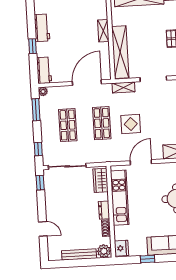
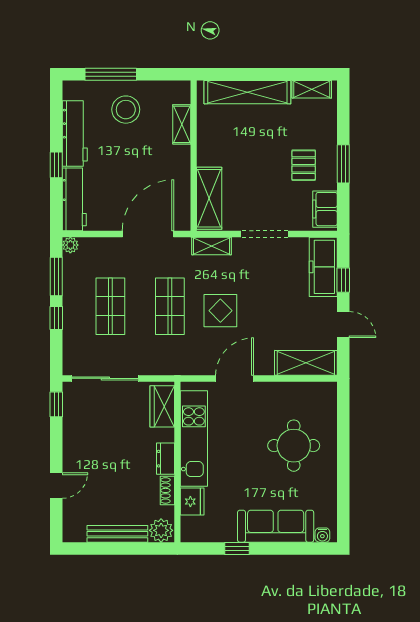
stool: (70, 12) -> (126, 110), added
workbench: (42, 28) -> (75, 134), width x1.38
shelving: (103, 31) -> (182, 124), moved
shelving: (120, 52) -> (209, 198), width x0.68
workbench: (44, 70) -> (74, 199), width x1.38
window: (38, 149) -> (56, 318), moved
door: (43, 229) -> (56, 485), hinge flipped
fridge: (121, 248) -> (192, 502), moved

